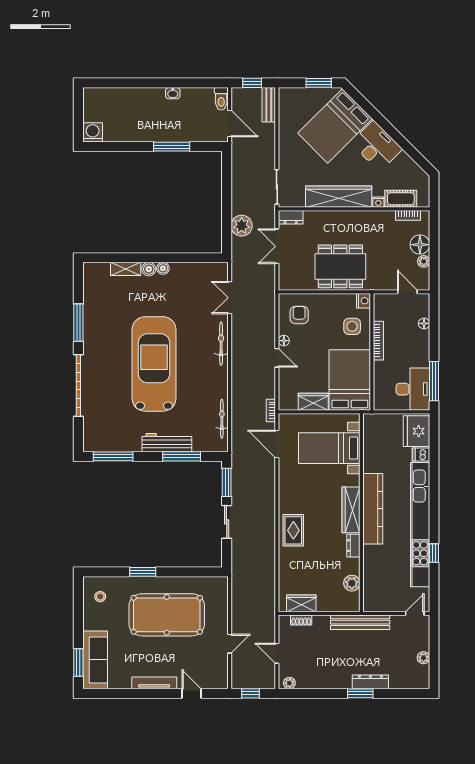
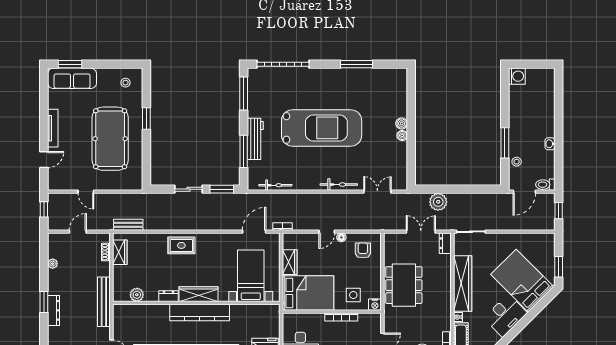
bench: (269, 105) -> (128, 225), moved
stool: (194, 133) -> (517, 162), added
shelving: (126, 269) -> (402, 104), removed
armchair: (299, 315) -> (363, 250), turned -90
garage door: (78, 385) -> (283, 64), moved
plant: (289, 683) -> (53, 264), moved

